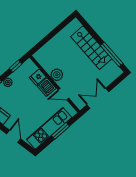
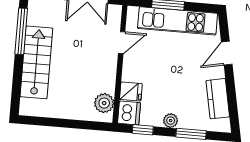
plant: (57, 75) -> (104, 103), moved
dishwasher: (47, 87) -> (129, 113), moved
door: (63, 94) -> (122, 43), hinge flipped

